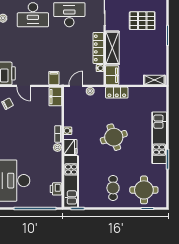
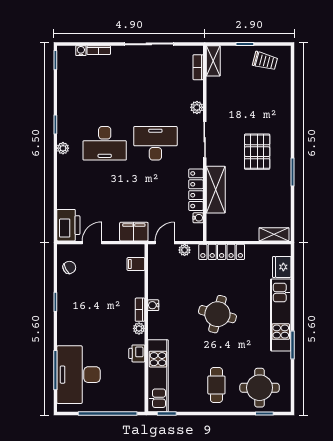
pallet: (142, 21) -> (257, 152), turned 90
filing cabinet: (112, 75) -> (215, 228), removed
filing cabinet: (54, 78) -> (134, 232), width x2.00
door: (24, 86) -> (92, 243), swing flipped
locker: (117, 93) -> (222, 252), width x1.53
filing cabinet: (55, 97) -> (136, 264), width x0.50
round table: (114, 137) -> (217, 314), turned 33
fridge: (70, 147) -> (282, 267), moved, turned 180
printer: (56, 189) -> (137, 353), moved

